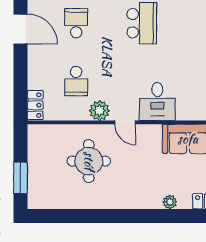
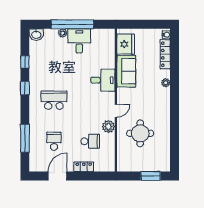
school desk: (76, 23) -> (54, 141), turned 90
desk: (157, 101) -> (103, 80), moved
locker: (35, 105) -> (84, 167), moved

